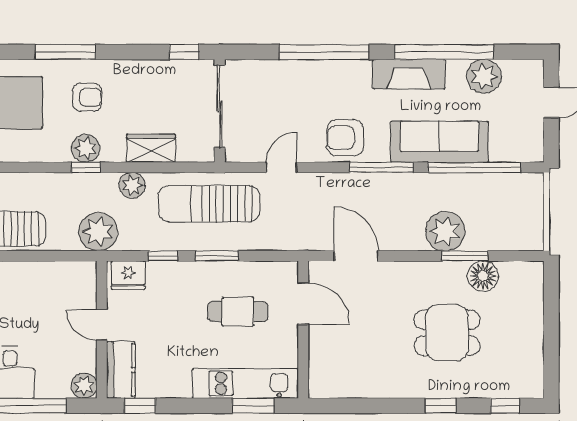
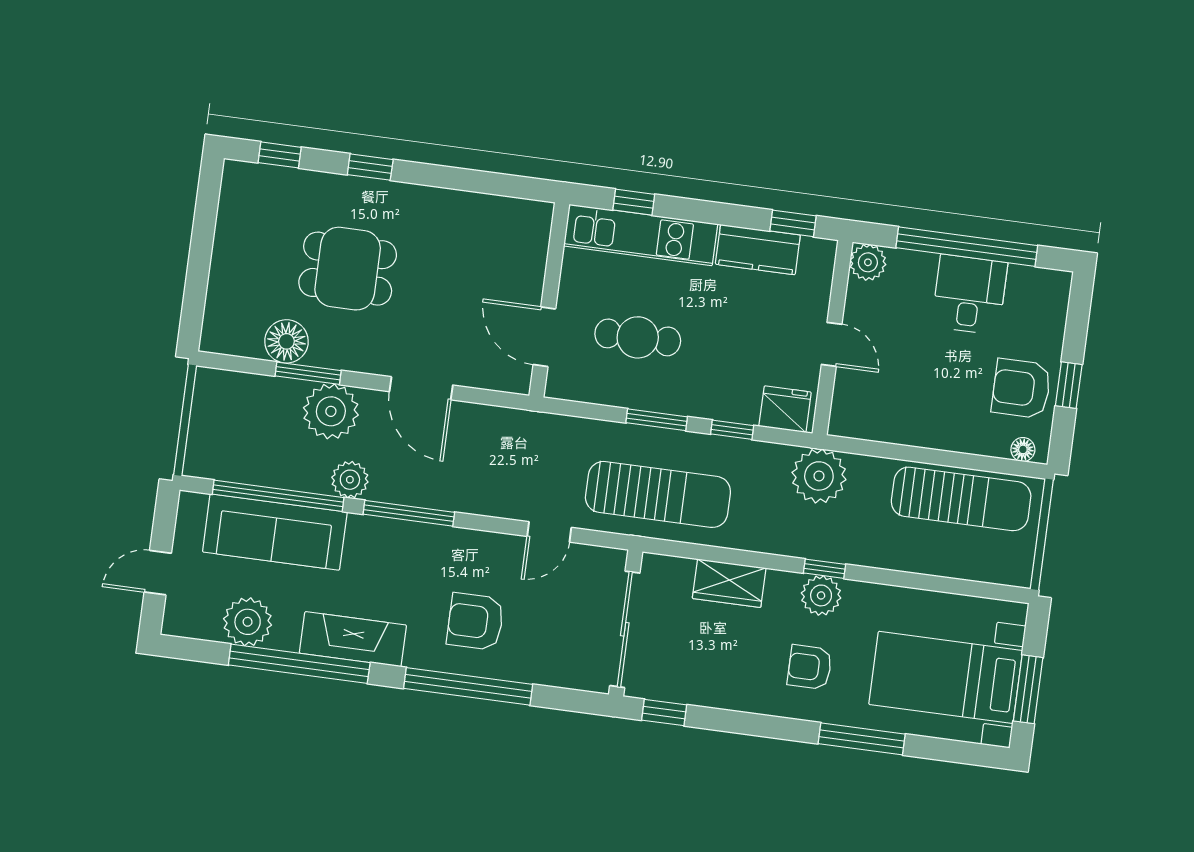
window: (66, 52) -> (862, 739), moved
armchair: (345, 138) -> (475, 622), moved, turned 180
sofa: (439, 142) -> (275, 532), moved
plant: (132, 185) -> (350, 480), moved
door: (356, 256) -> (421, 388), moved
kitchen counter: (121, 370) -> (758, 250), moved, turned -90
window: (253, 406) -> (634, 202), width x0.67

